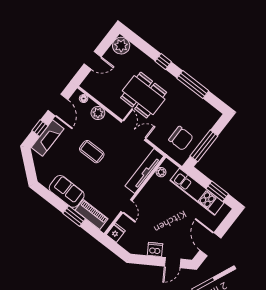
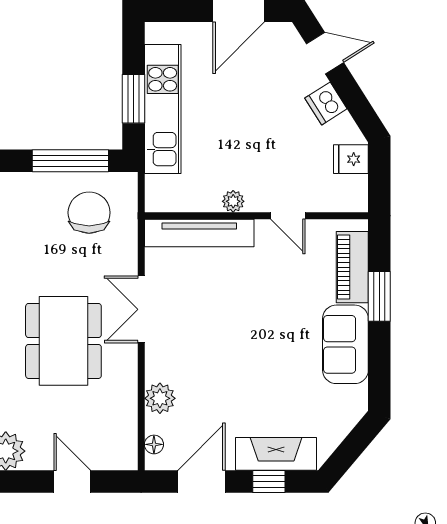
coffee table: (92, 152) -> (238, 355), removed
plant: (161, 172) -> (233, 201), moved
window: (217, 191) -> (133, 99), moved
door: (127, 206) -> (288, 216), swing flipped
fridge: (116, 233) -> (351, 159), moved

